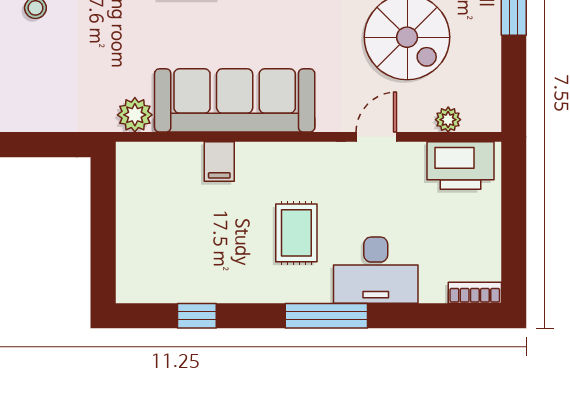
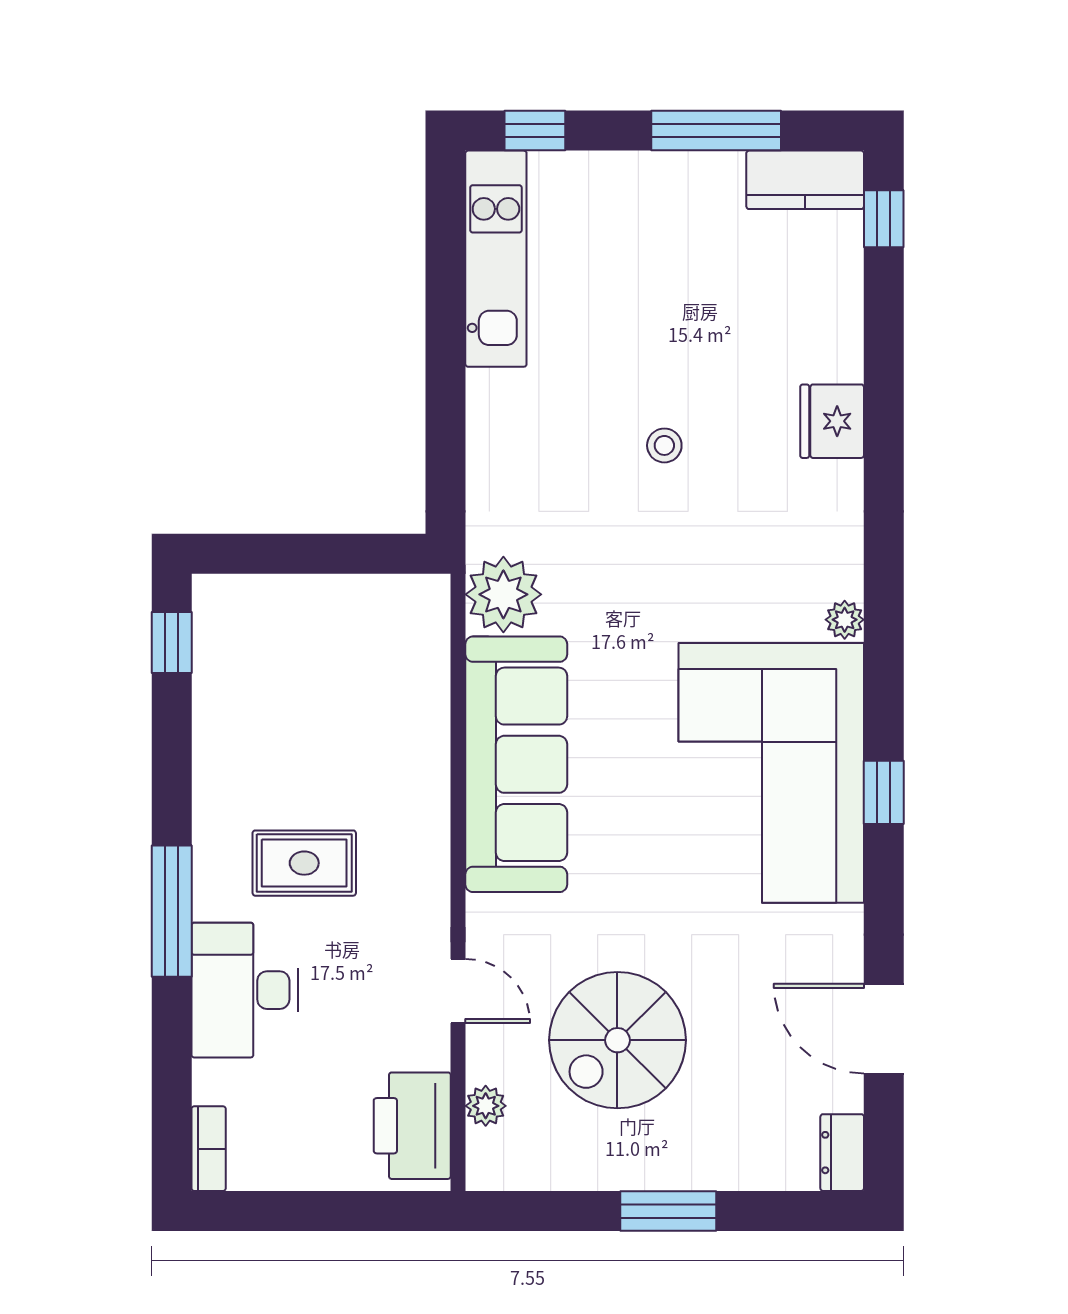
plant: (135, 115) -> (503, 594), width x1.36, depth x1.36
filing cabinet: (219, 161) -> (419, 740), removed
window: (197, 316) -> (172, 642), moved

